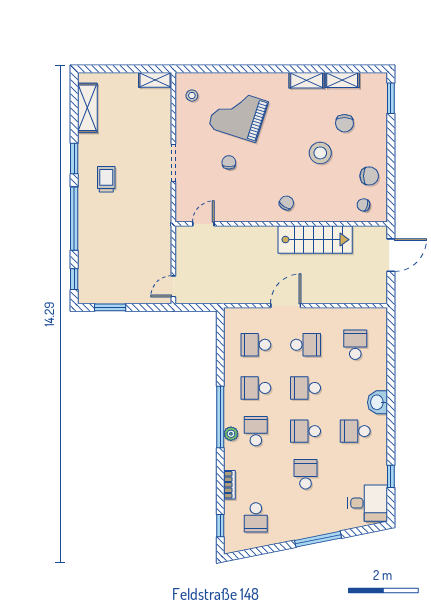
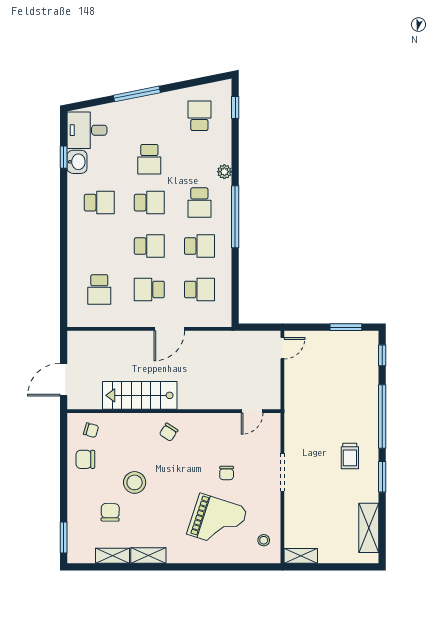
washbasin: (377, 402) -> (77, 162), moved
plant: (231, 434) -> (224, 172), moved
bookcase: (229, 485) -> (226, 149), removed

